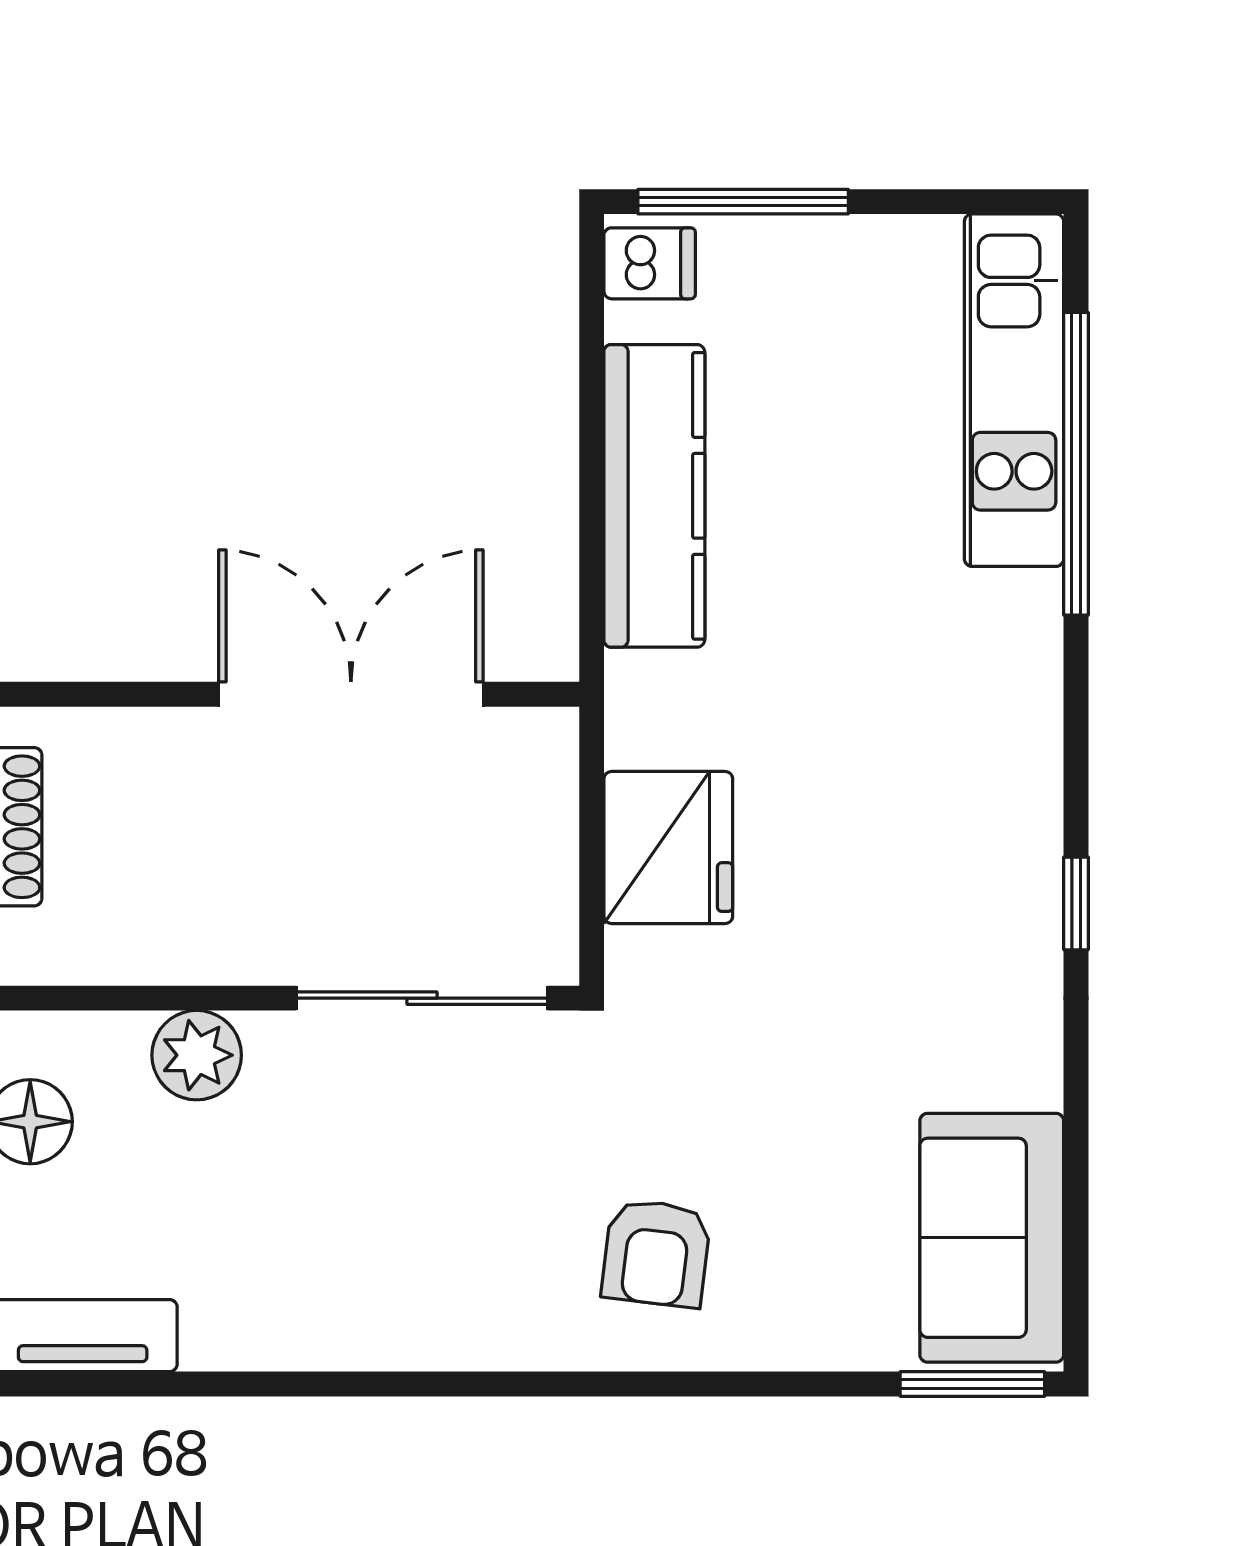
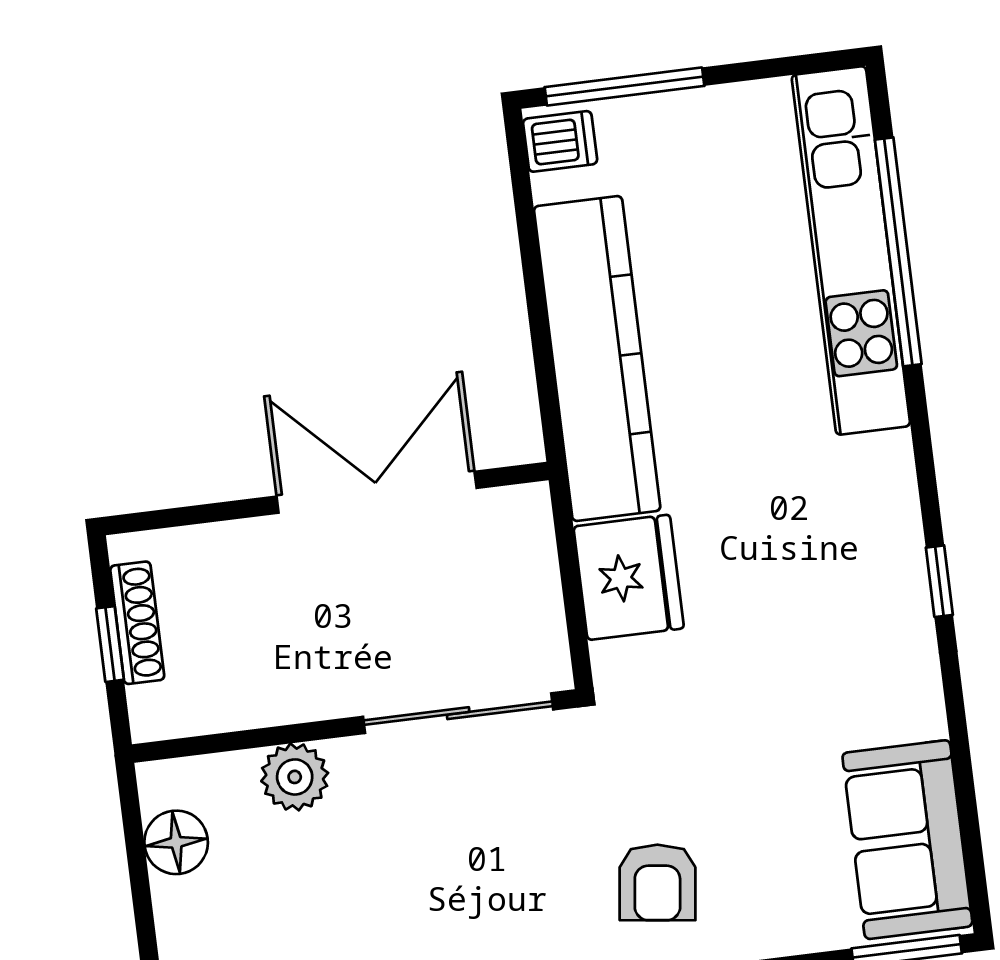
kitchen unit: (1014, 390) -> (851, 250), width x1.36
kitchen counter: (654, 496) -> (597, 358), width x1.39, depth x1.17

